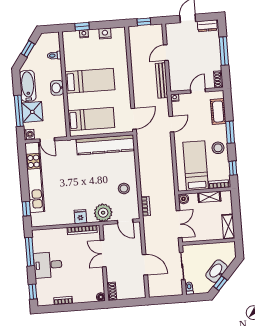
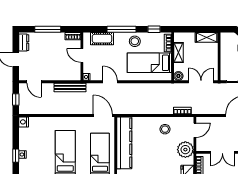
nightstand: (105, 34) -> (24, 122), moved
door: (166, 53) -> (34, 82), moved
window: (230, 132) -> (121, 29), width x1.44

